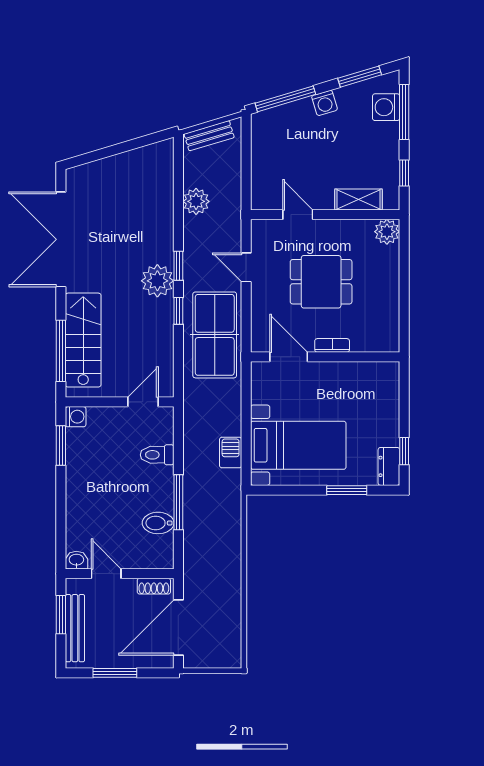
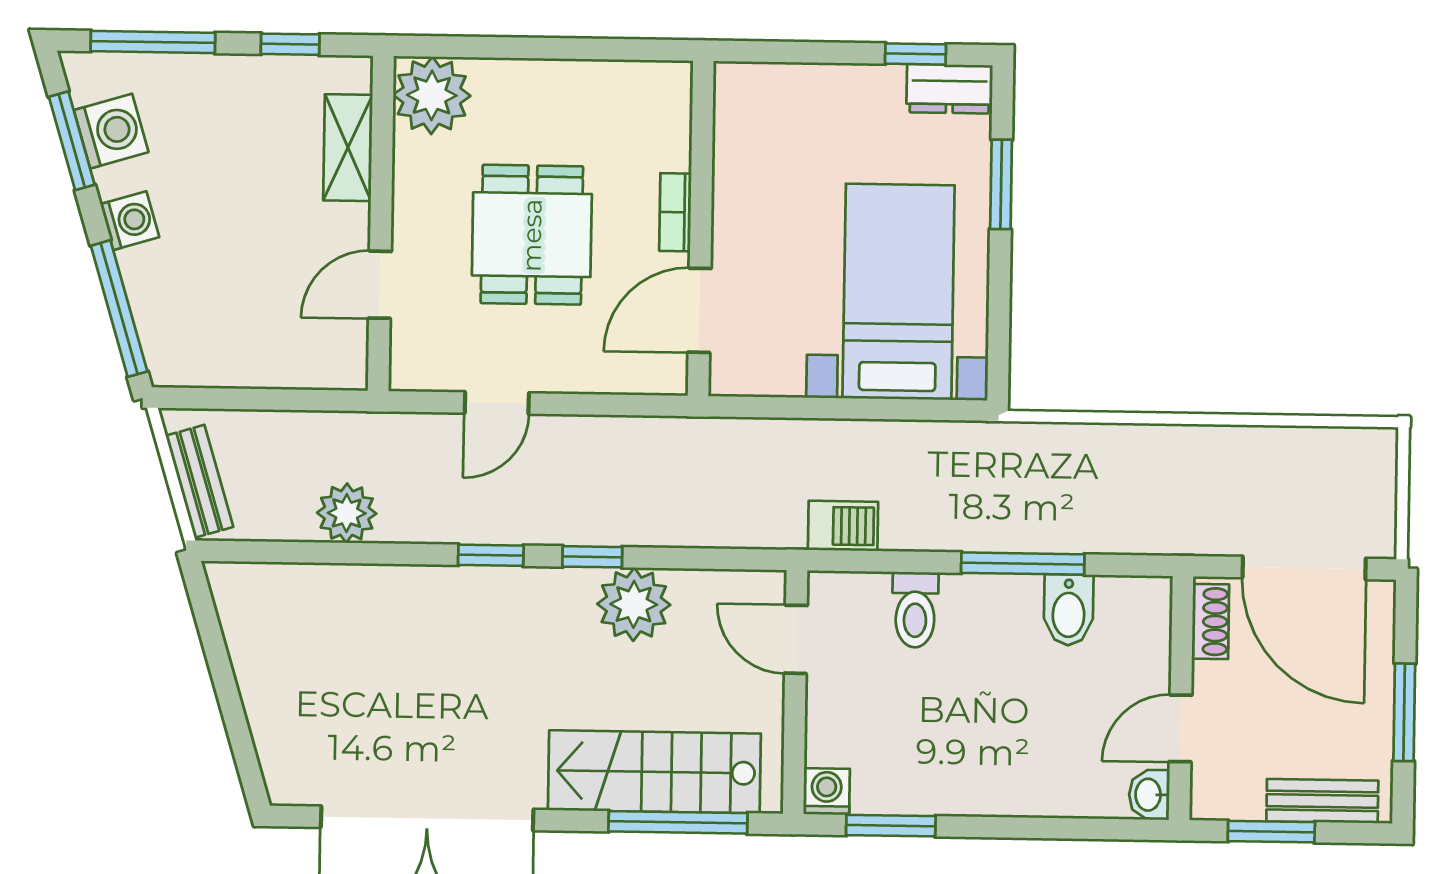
washing machine: (386, 107) -> (111, 131), moved, turned -107
plant: (387, 232) -> (432, 95), width x1.36, depth x1.36
plant: (157, 281) -> (634, 604), moved
table tennis table: (215, 335) -> (648, 476), removed
barbecue: (231, 453) -> (843, 526), moved, turned 180
bench: (75, 628) -> (1322, 801), width x0.73

